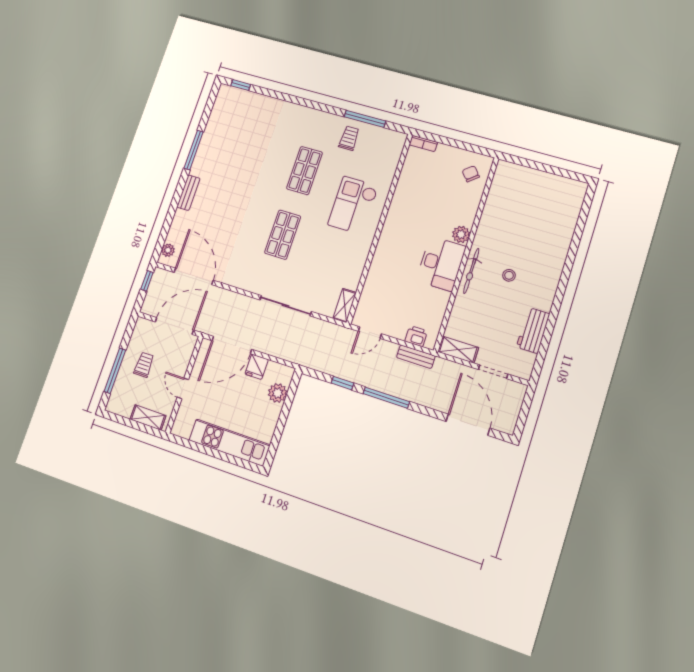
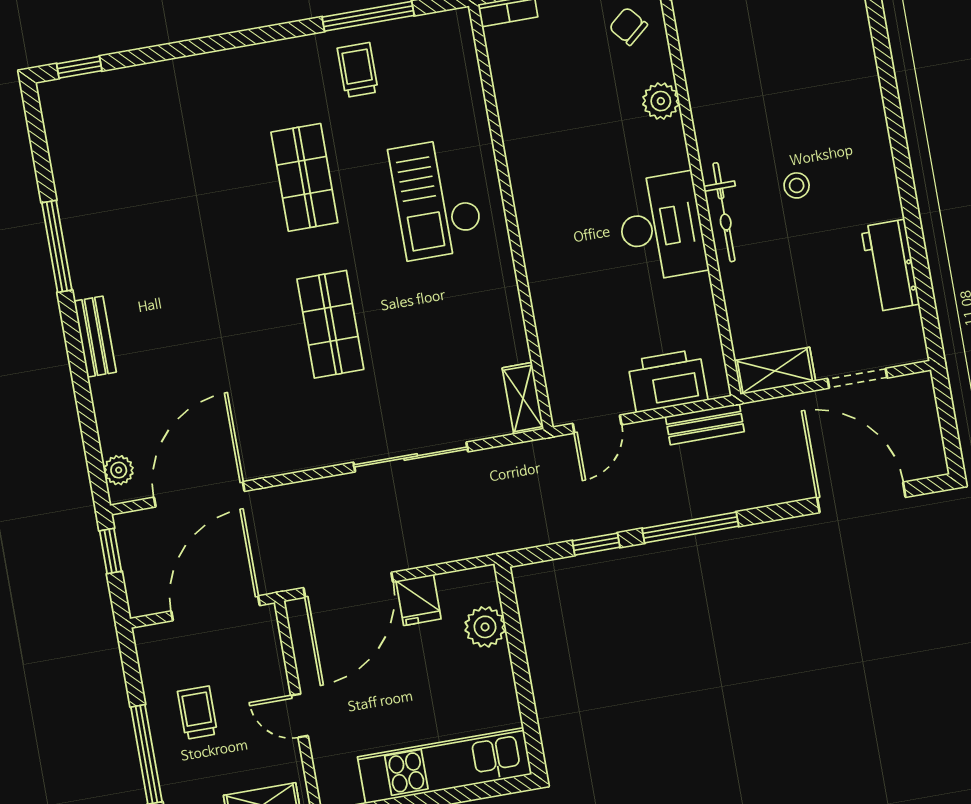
plant: (461, 234) -> (661, 101), moved
door: (194, 276) -> (199, 494), hinge flipped
printer: (416, 336) -> (668, 381), width x1.87, depth x1.48

